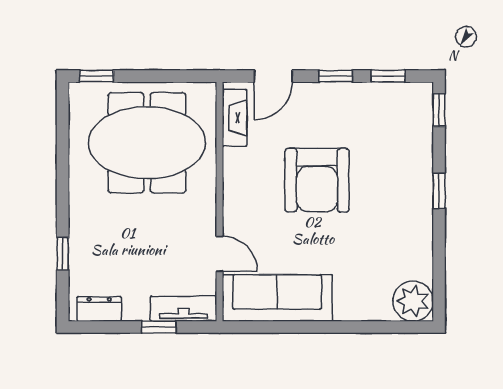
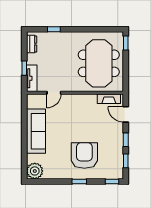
armchair: (317, 180) -> (84, 156), moved, turned 90
sofa: (277, 298) -> (36, 131), moved

